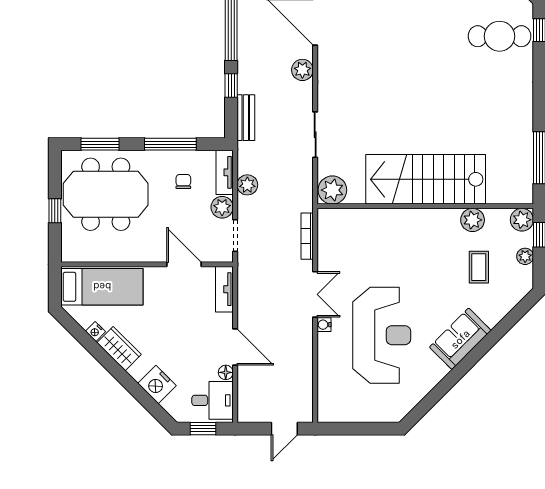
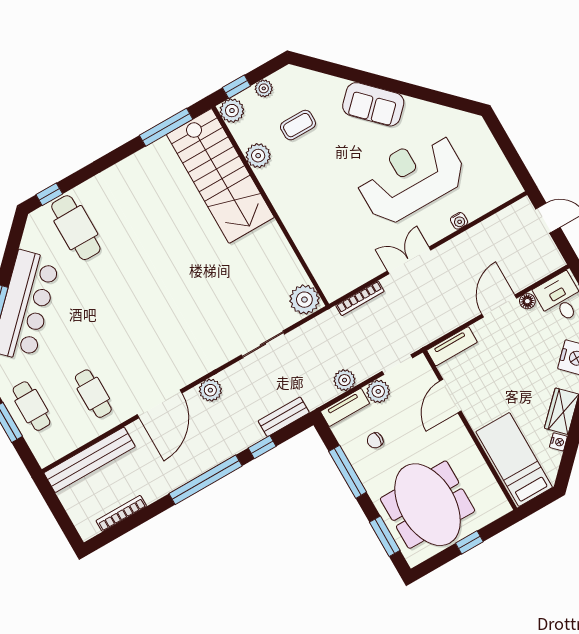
stairs: (426, 179) -> (220, 176), moved
water cooler: (324, 325) -> (459, 221), moved

